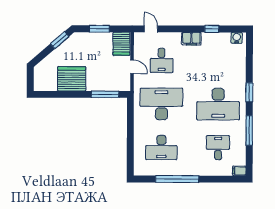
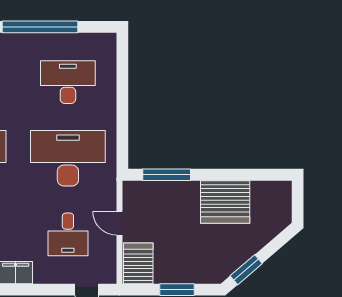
desk: (162, 60) -> (68, 234), turned 180
desk: (161, 104) -> (68, 158), turned 180

